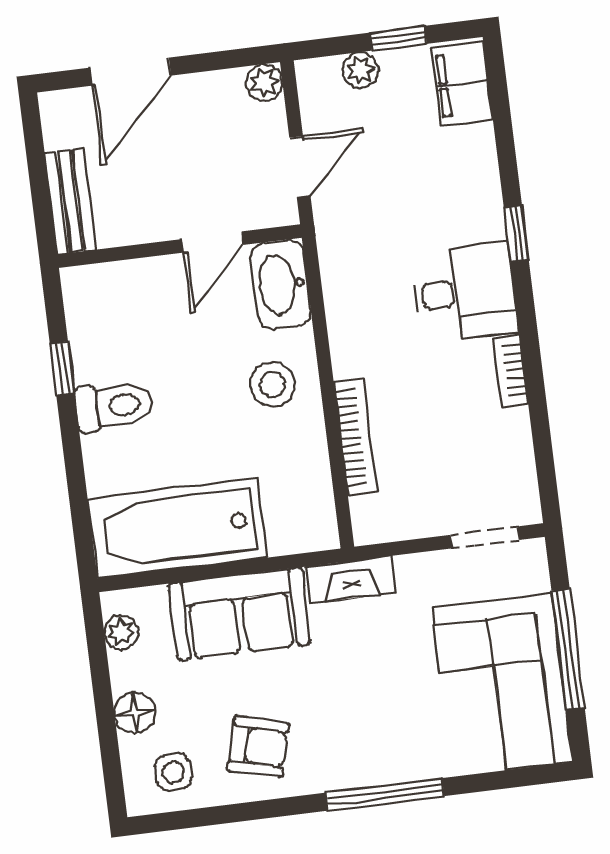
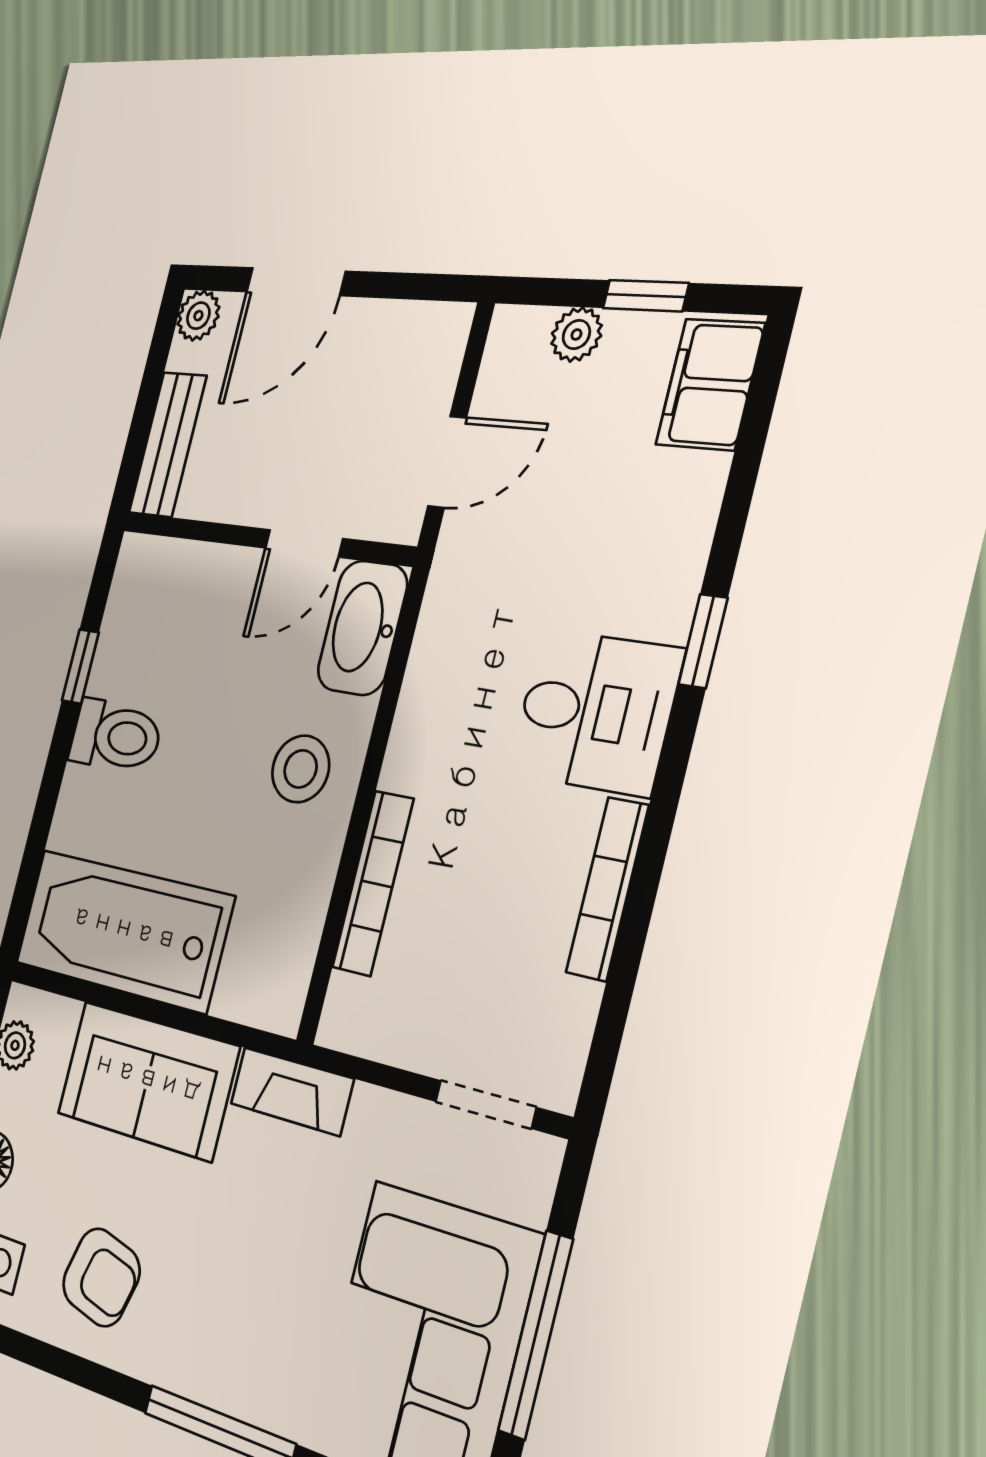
plant: (264, 83) -> (198, 316), moved
bookcase: (510, 371) -> (607, 889), width x1.56

